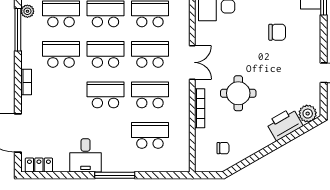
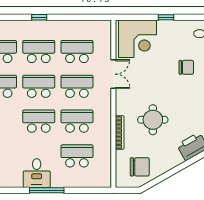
double door: (192, 62) -> (113, 74), moved
chair: (223, 148) -> (140, 167), width x1.87, depth x1.87
desk: (86, 155) -> (37, 173), moved

